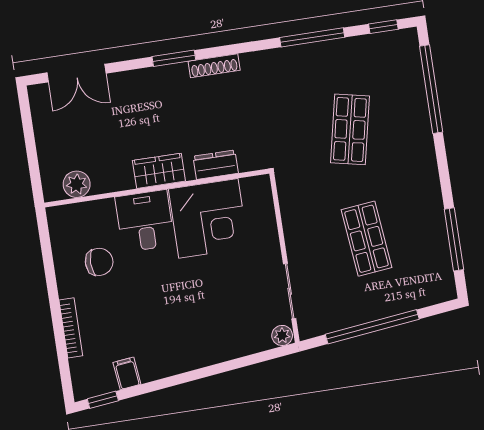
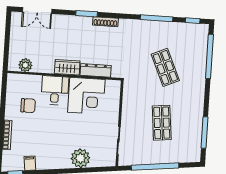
shop shelf: (350, 129) -> (165, 67), turned -36
dresser: (216, 165) -> (96, 70), width x1.44
plant: (282, 335) -> (80, 158), moved, width x1.87, depth x1.87

